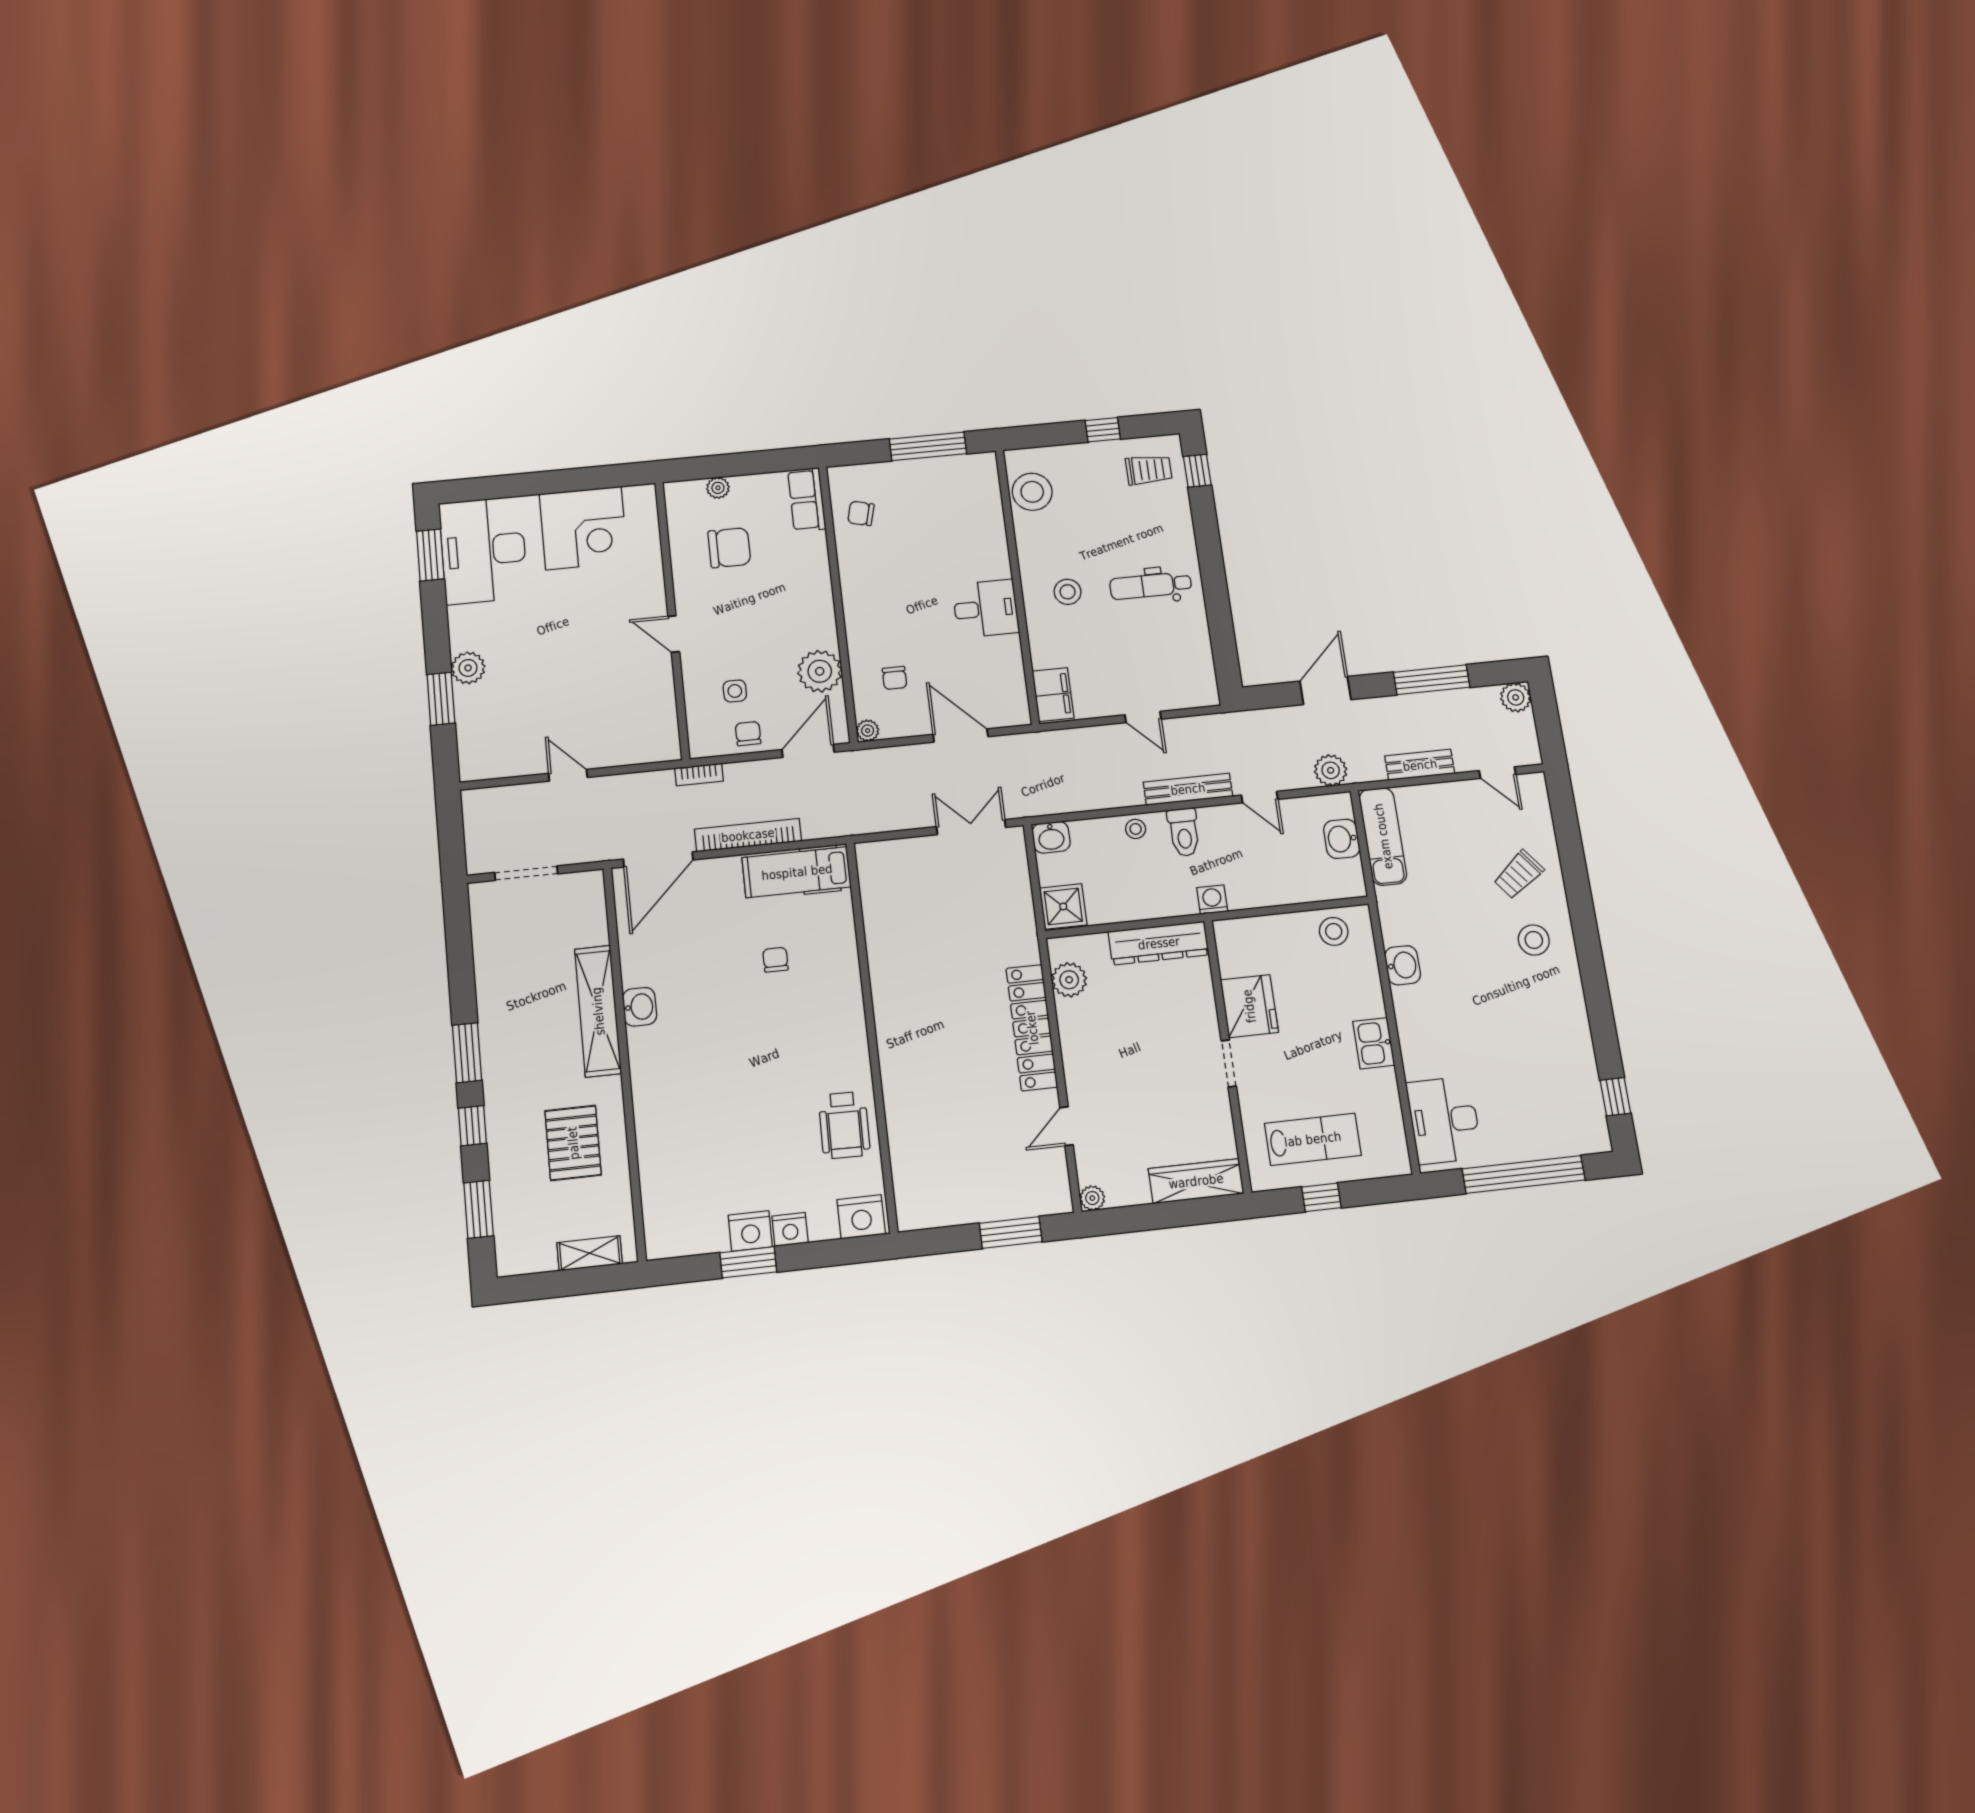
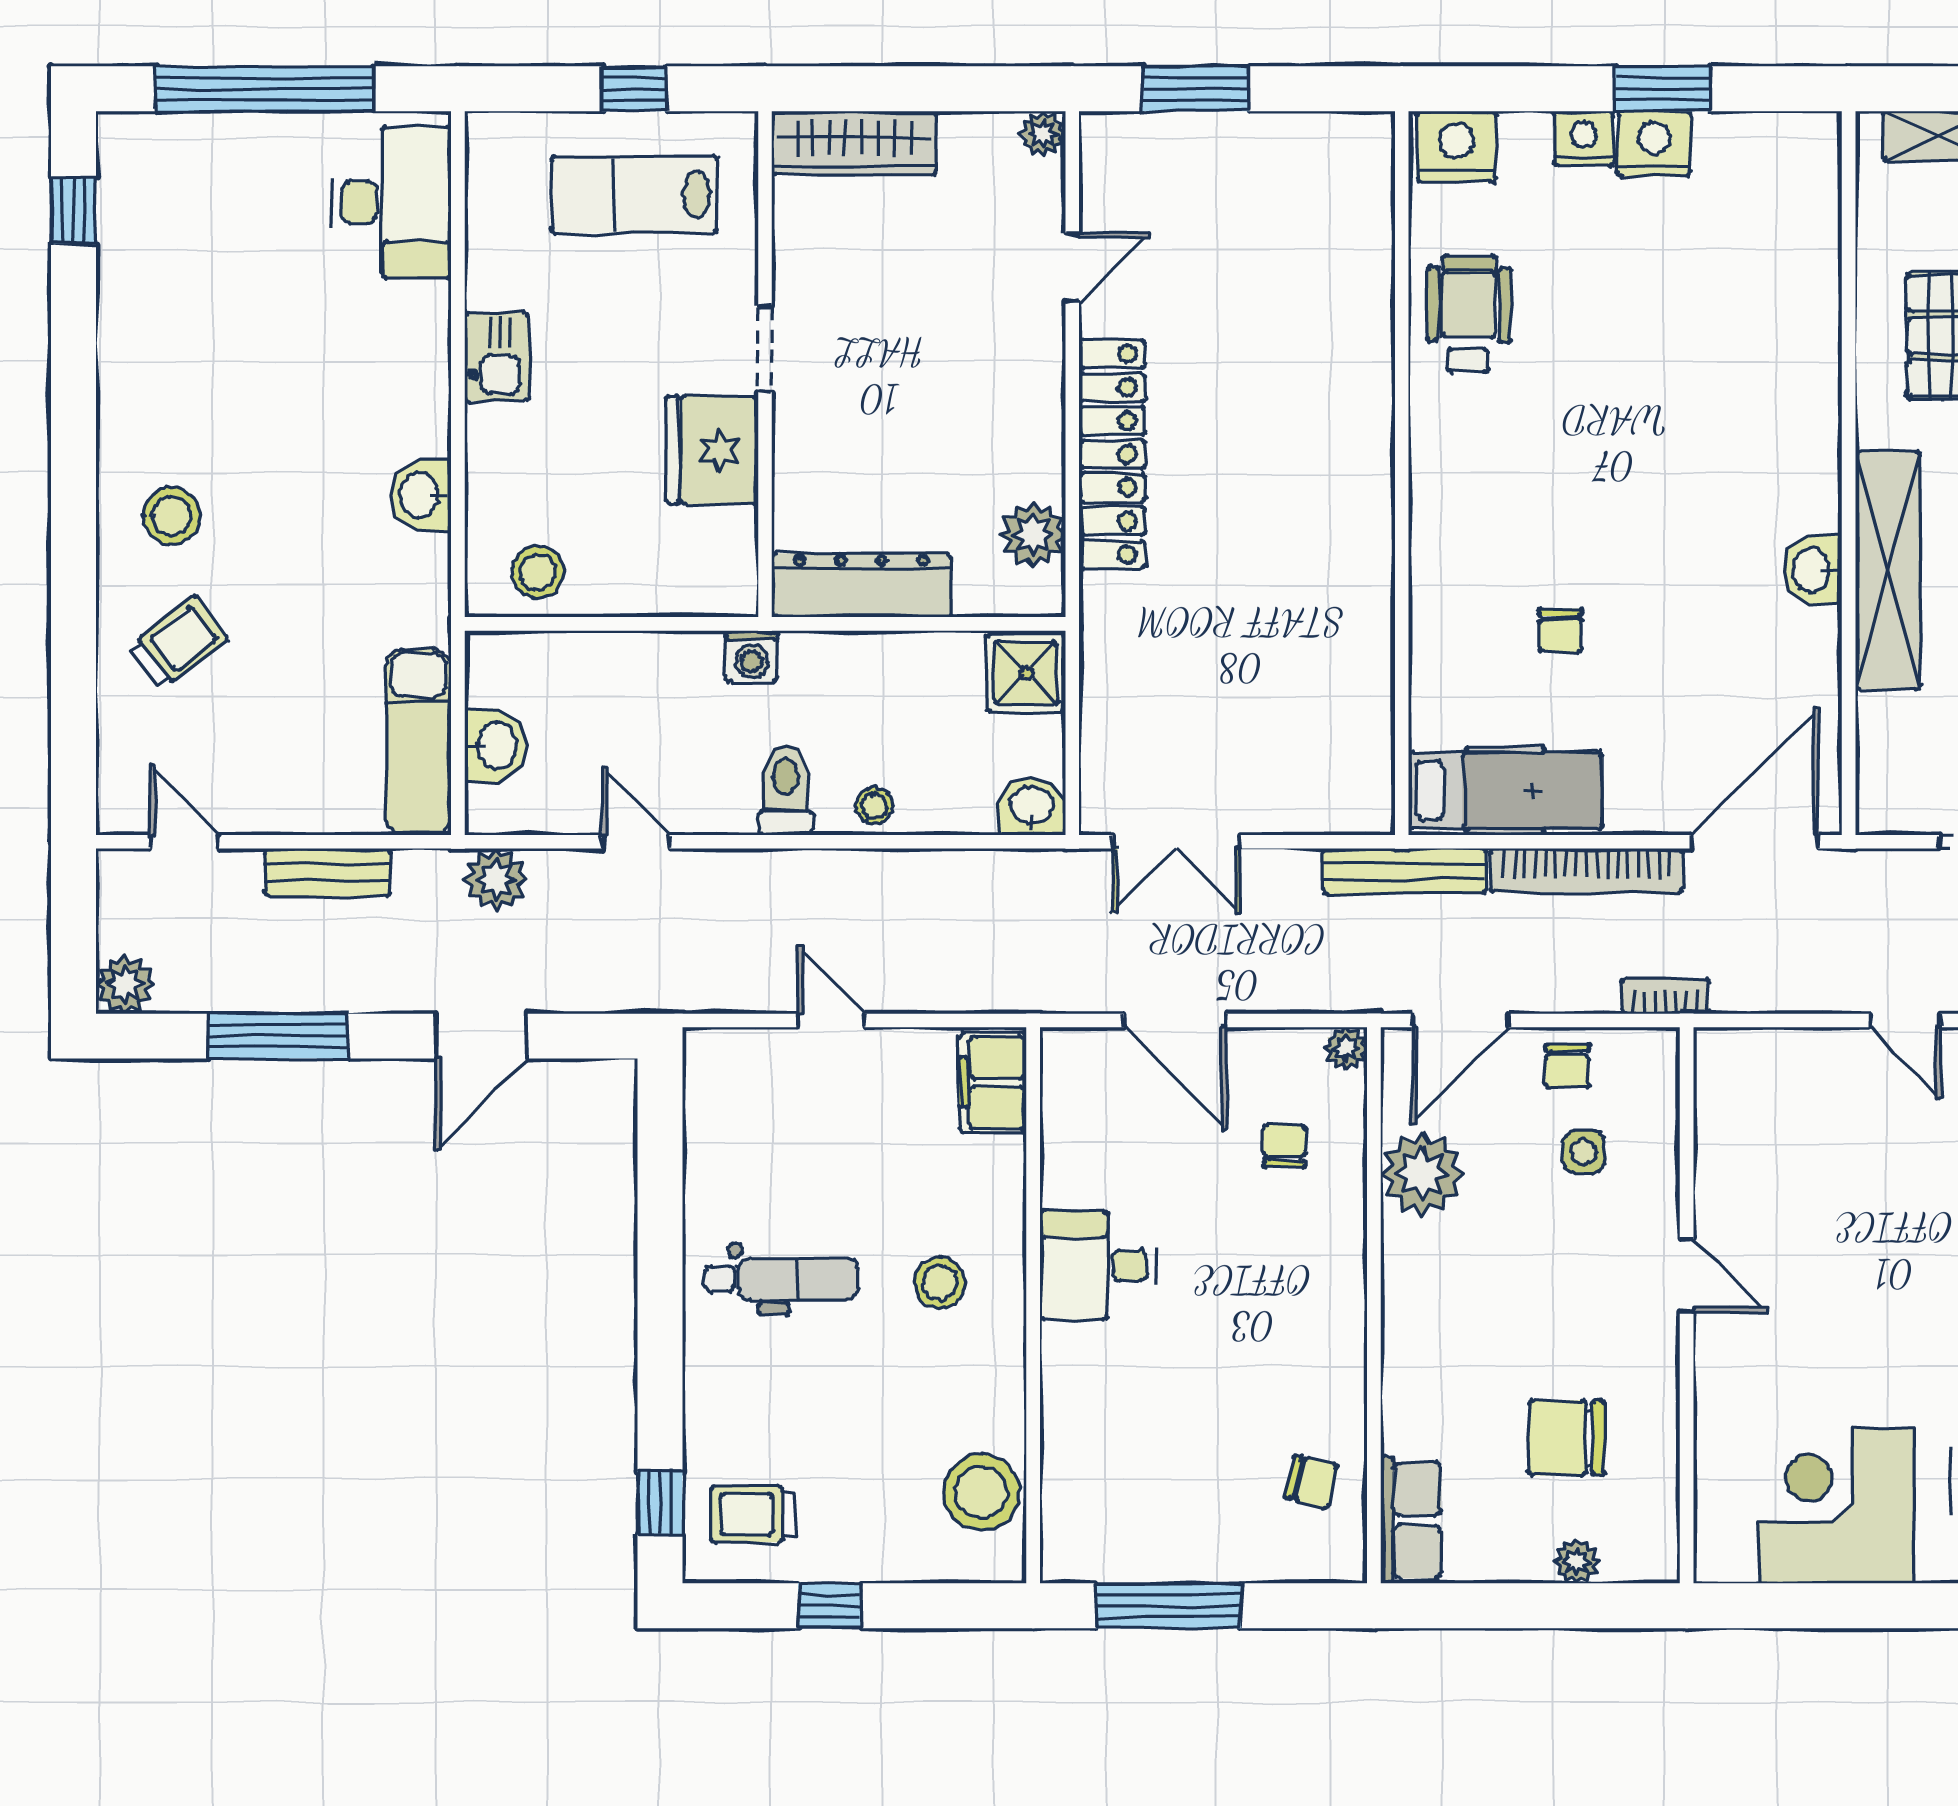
bench: (1188, 789) -> (1404, 871), moved

